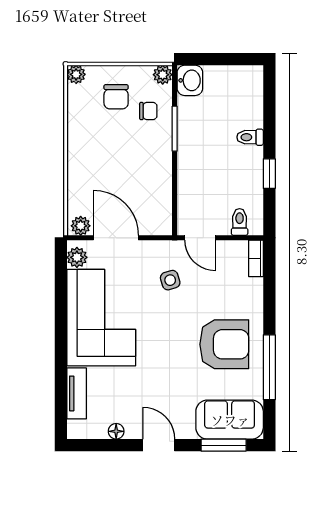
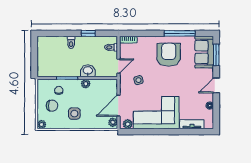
plant: (163, 75) -> (86, 84), moved
washbasin: (190, 80) -> (88, 71), moved
side table: (99, 144) -> (74, 114), added

